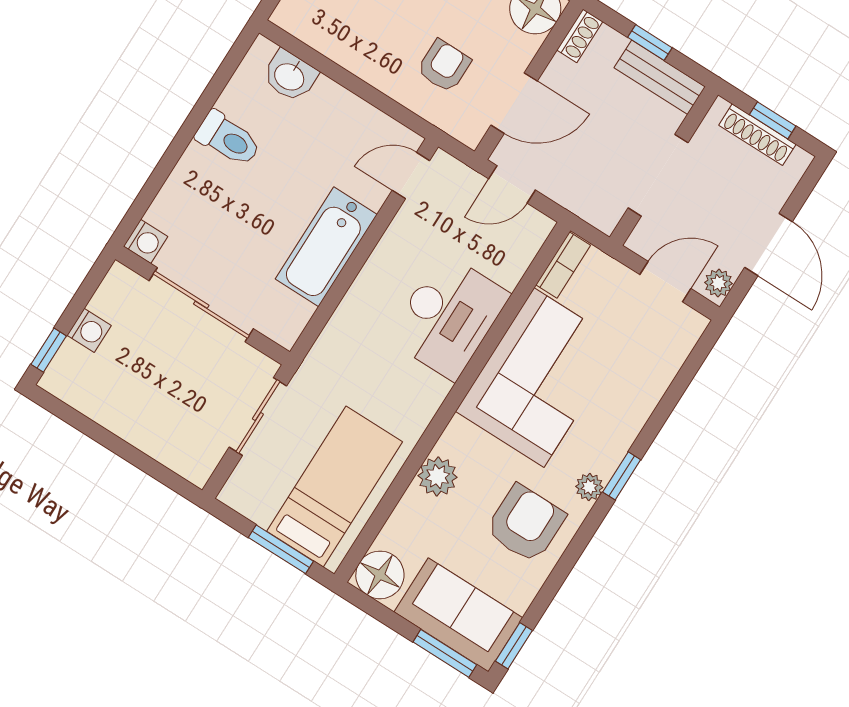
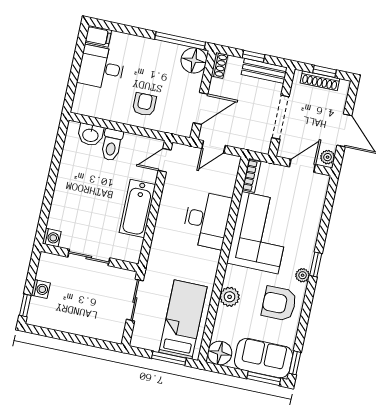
armchair: (444, 66) -> (144, 104), moved
toilet: (228, 139) -> (112, 145), moved, turned 90
sliding door: (201, 305) -> (89, 257), width x0.73
armchair: (526, 524) -> (279, 304), turned -90

